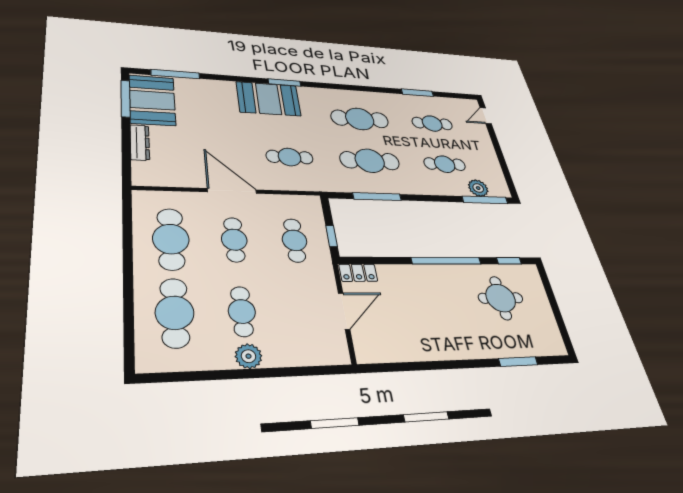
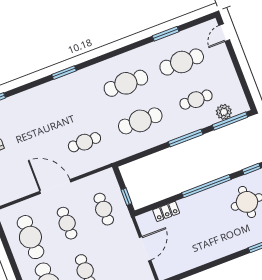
booth: (268, 99) -> (57, 94), removed
cafe table: (432, 123) -> (182, 62), width x1.37, depth x1.35
window: (377, 197) -> (186, 138), moved
locker: (358, 273) -> (166, 211), moved

